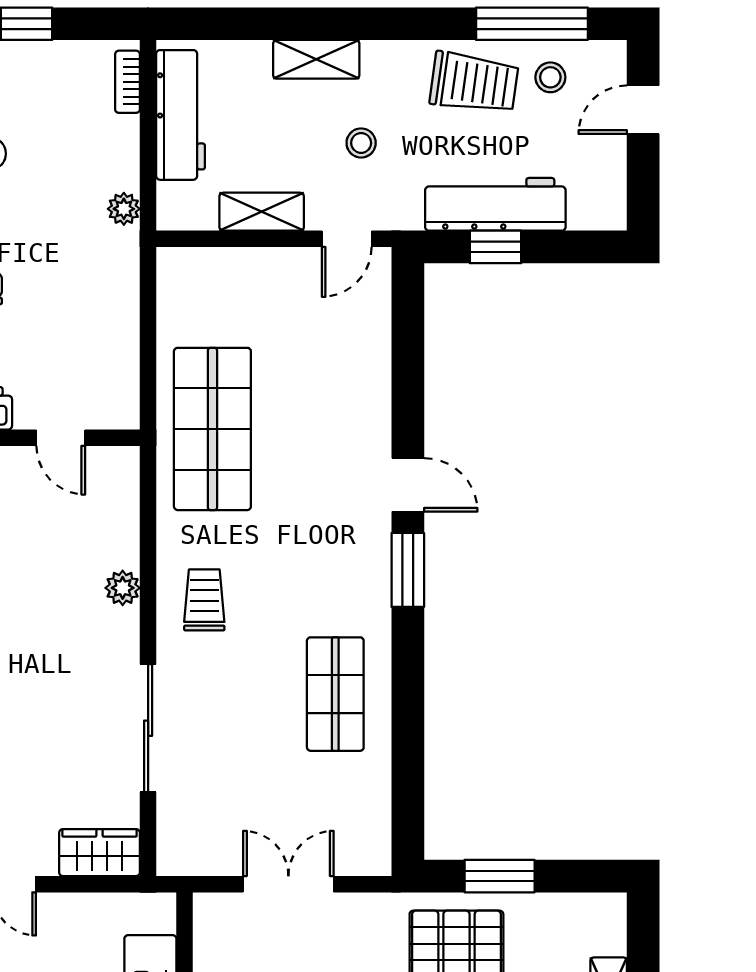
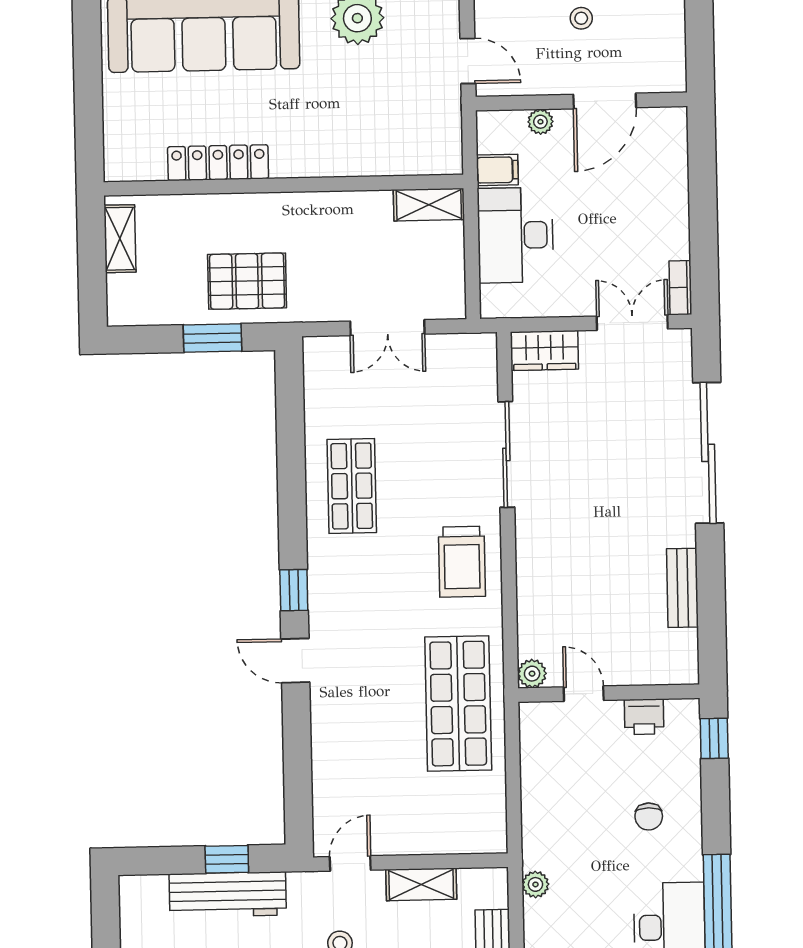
window: (408, 570) -> (294, 590), width x0.67
plant: (123, 588) -> (532, 674), moved
trolley: (204, 600) -> (462, 562), width x1.36, depth x1.39

